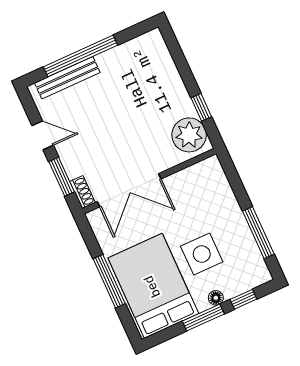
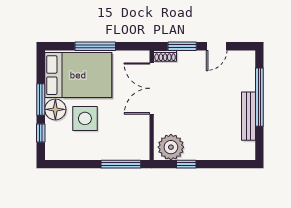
bench: (67, 78) -> (249, 116), moved
window: (258, 233) -> (121, 164), moved
floor lamp: (216, 298) -> (55, 109), width x1.89, depth x1.89

